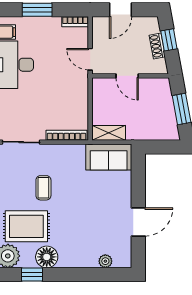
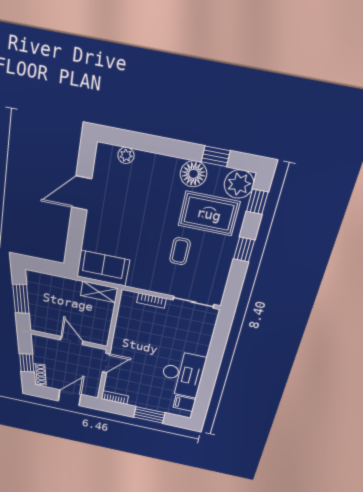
shoe rack: (157, 46) -> (40, 375), moved
door: (90, 59) -> (106, 363), hinge flipped
bookcase: (66, 135) -> (151, 300), width x0.64

